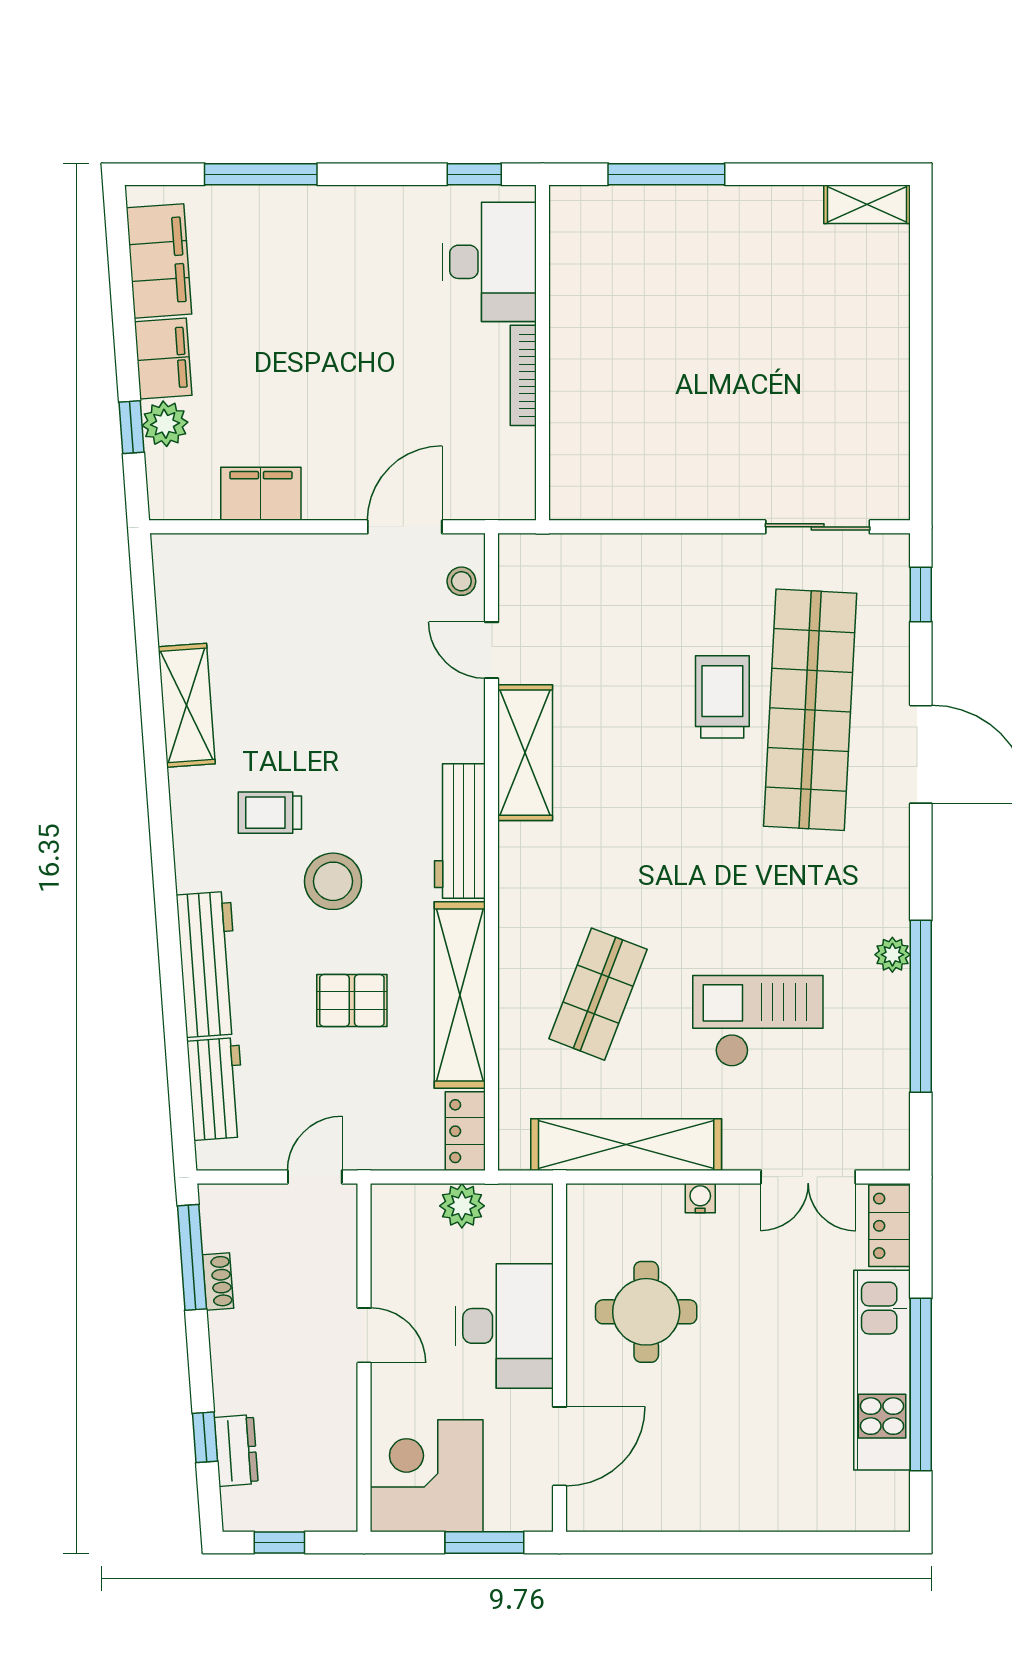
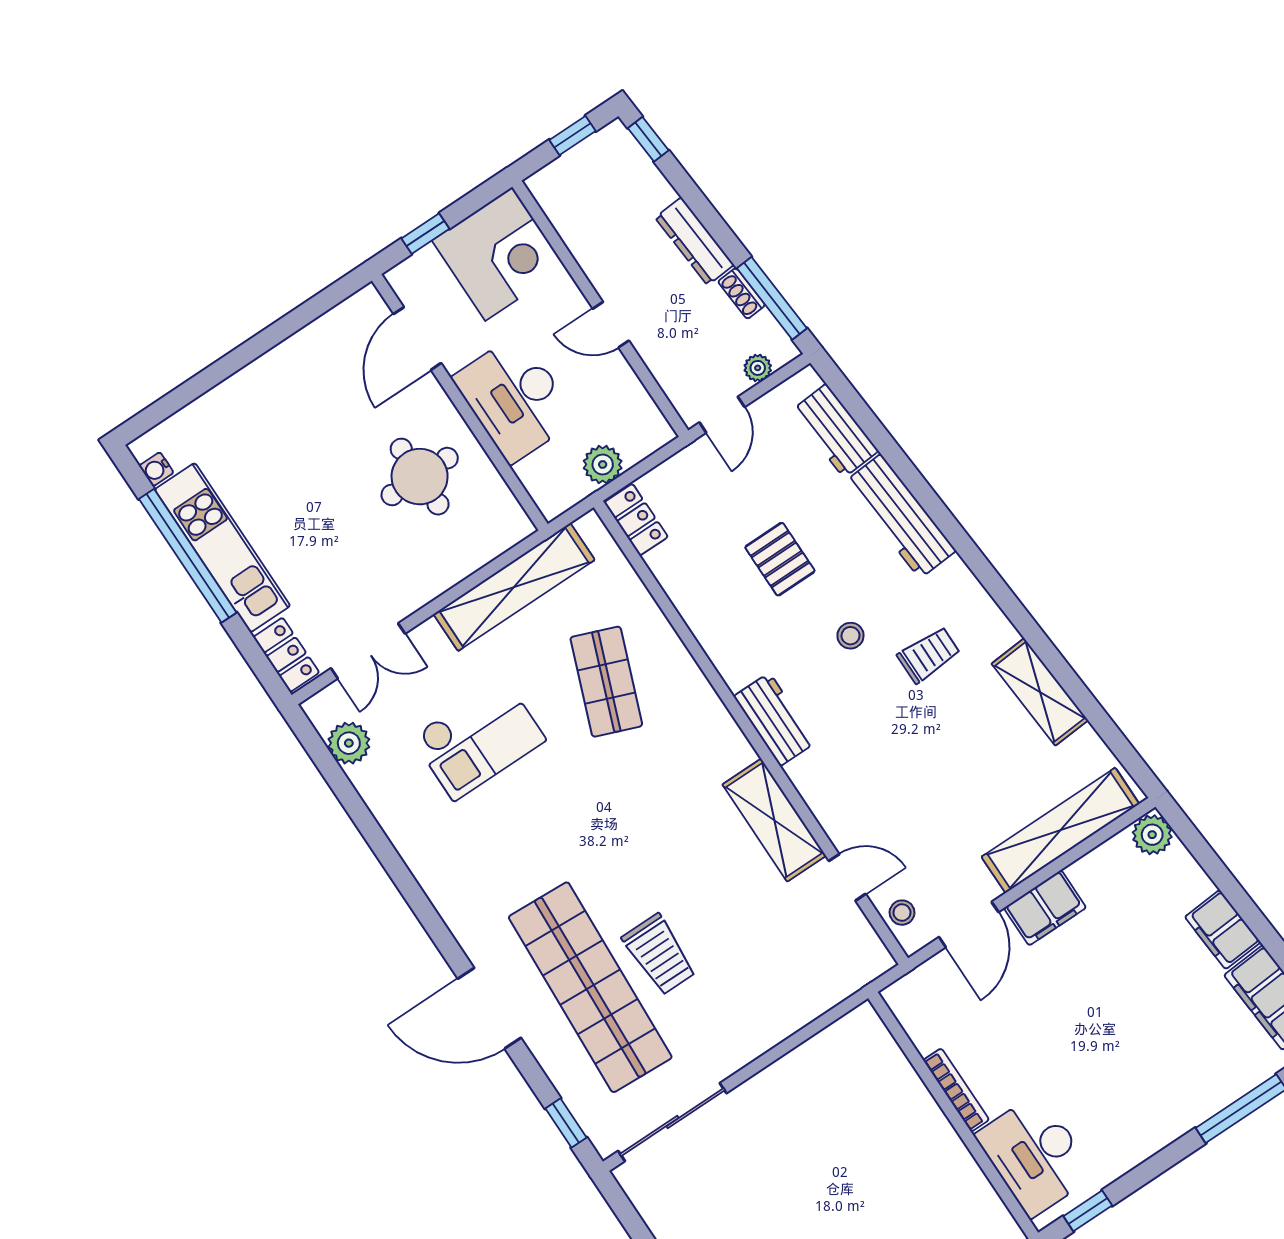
plant: (165, 424) -> (1152, 835), moved
window: (131, 427) -> (1213, 865), removed
filing cabinet: (261, 494) -> (1045, 908), moved
sliding door: (818, 527) -> (672, 1122), width x1.37
workbench: (460, 831) -> (775, 719), width x0.73
stool: (333, 881) -> (850, 636), width x0.53, depth x0.53
plant: (892, 955) -> (349, 743), moved, width x1.38, depth x1.38
shelving: (460, 995) -> (1060, 830), moved, turned 90
pallet: (352, 1000) -> (780, 559), turned 90
window: (921, 1006) -> (369, 827), removed
double door: (808, 1177) -> (368, 651), swing flipped
water cooler: (700, 1198) -> (156, 469), moved, turned 90
plant: (250, 1199) -> (758, 368), added
window: (205, 1437) -> (648, 139), moved
dresser: (236, 1450) -> (694, 241), moved, width x1.44
window: (484, 1542) -> (425, 234), width x0.67

